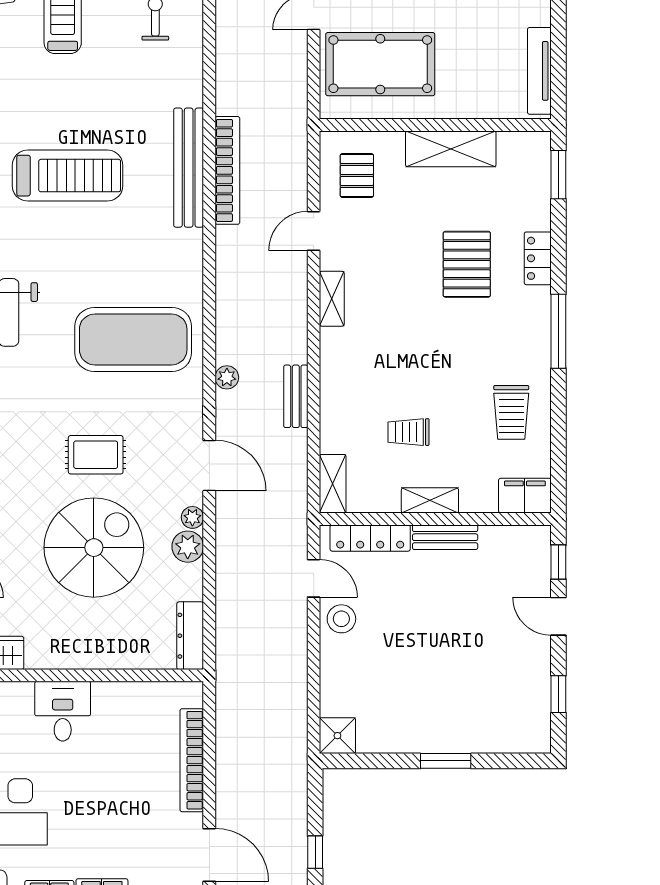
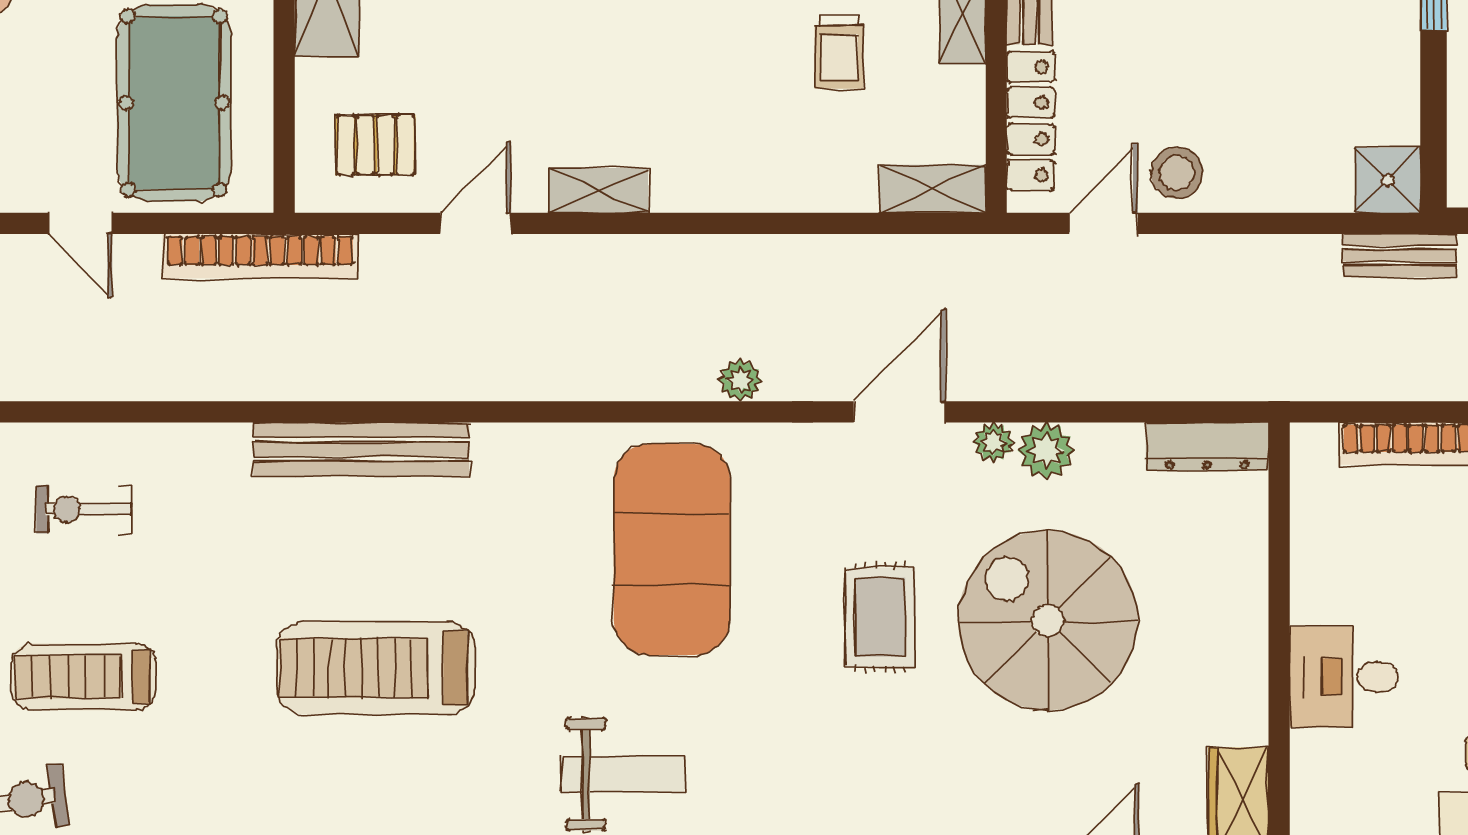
bookcase: (227, 170) -> (260, 256), moved, turned 180
treadmill: (68, 176) -> (376, 668), turned -90
door: (314, 231) -> (476, 223), swing flipped
bench: (296, 396) -> (1400, 255), moved

